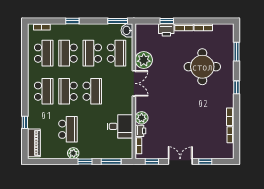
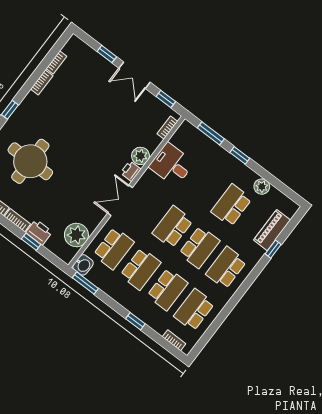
school desk: (117, 53) -> (114, 248), turned 180
plant: (144, 60) -> (76, 235), moved
printer: (140, 131) -> (131, 171), moved
piano: (34, 143) -> (272, 230), moved
plant: (73, 153) -> (262, 187), moved

